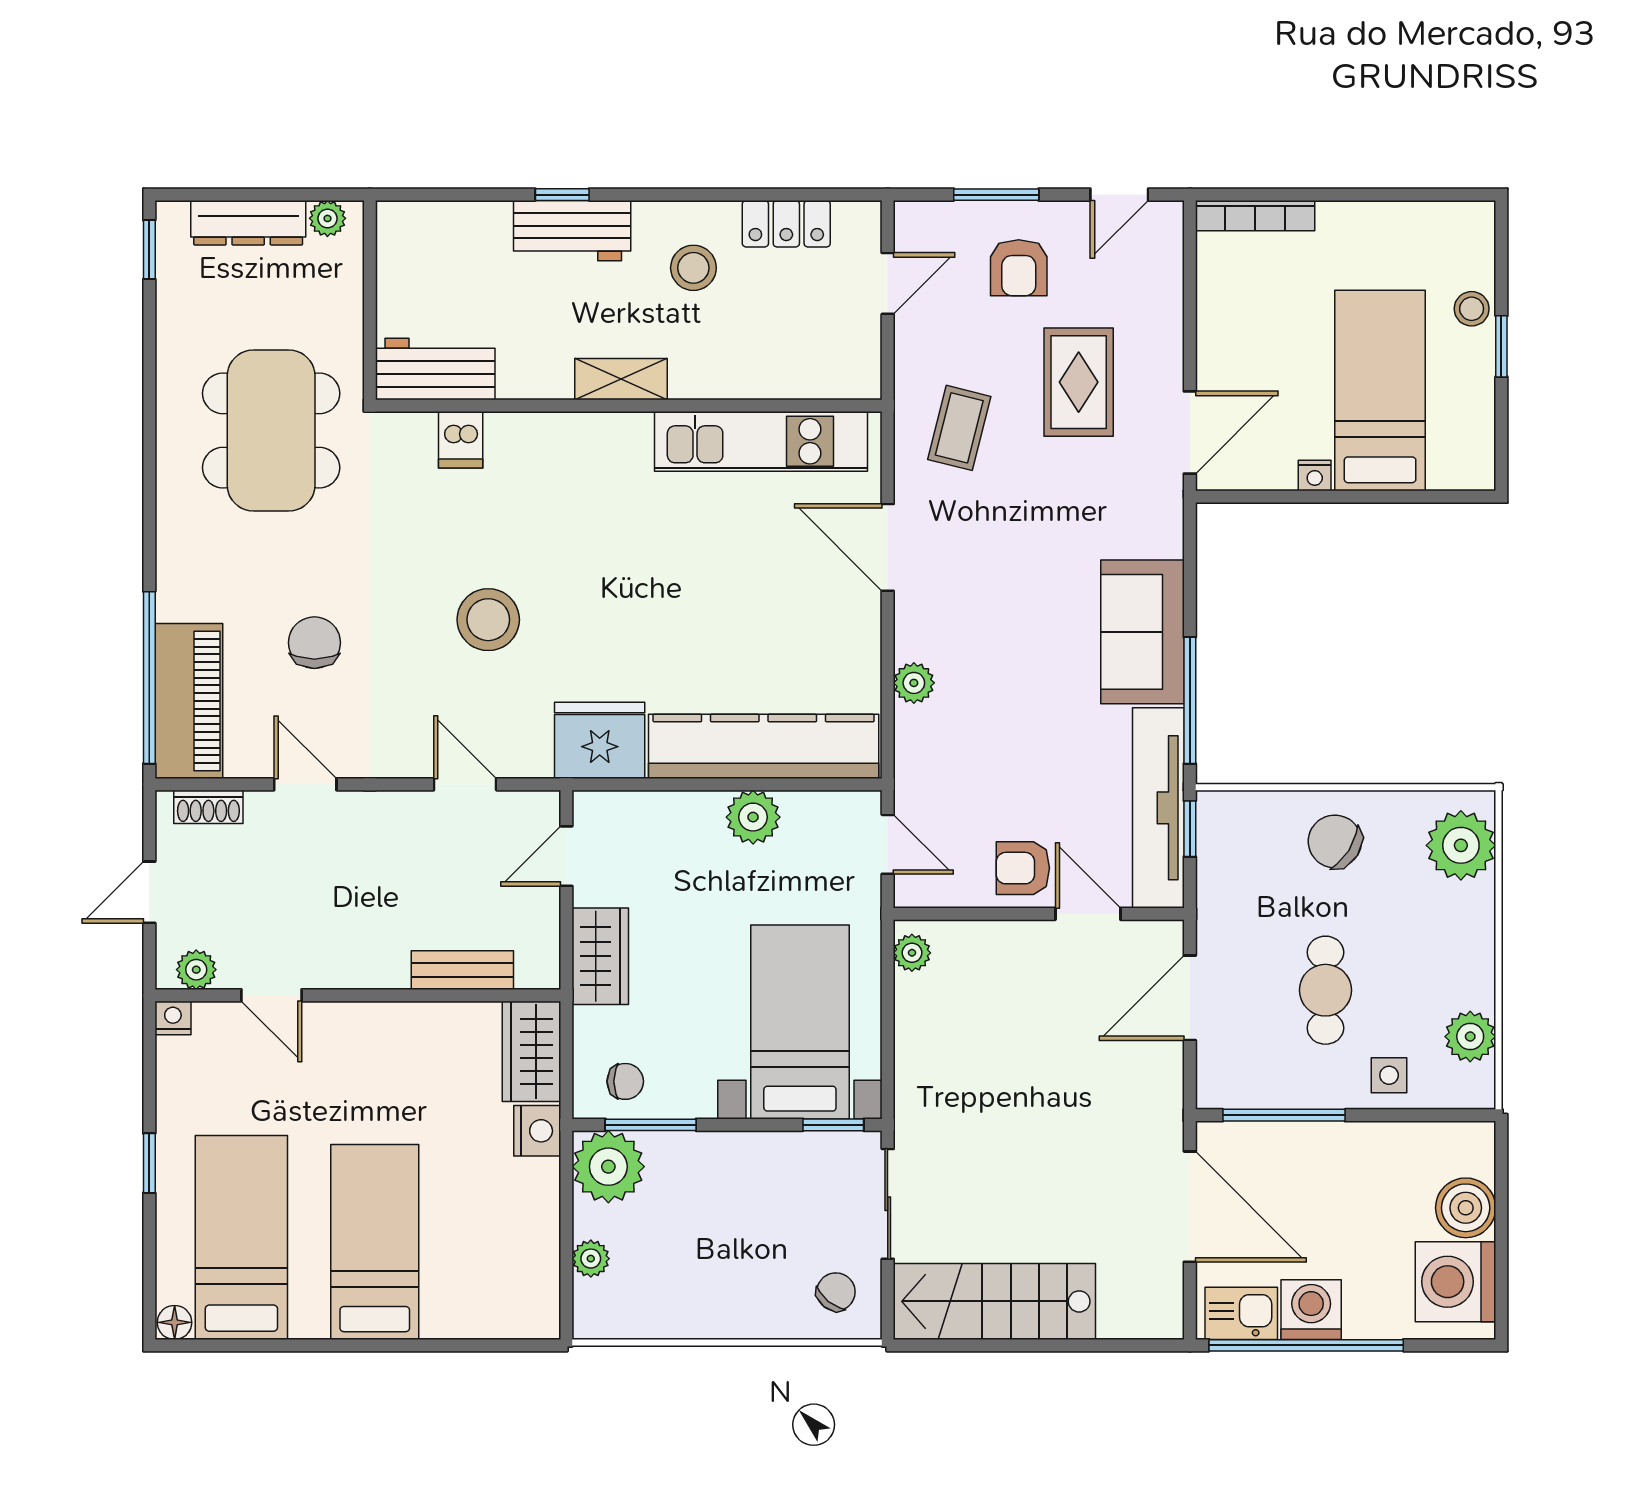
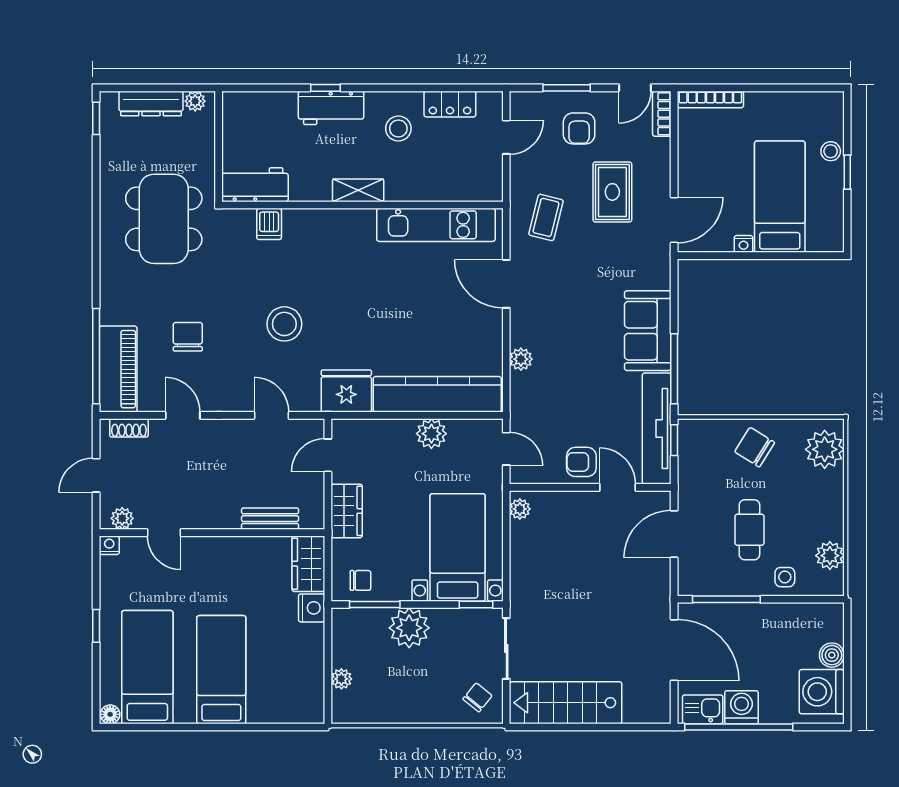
bookcase: (1168, 241) -> (662, 114), added
plant: (608, 1167) -> (409, 628), moved
boiler: (1466, 1208) -> (832, 655), width x0.73, depth x0.73

